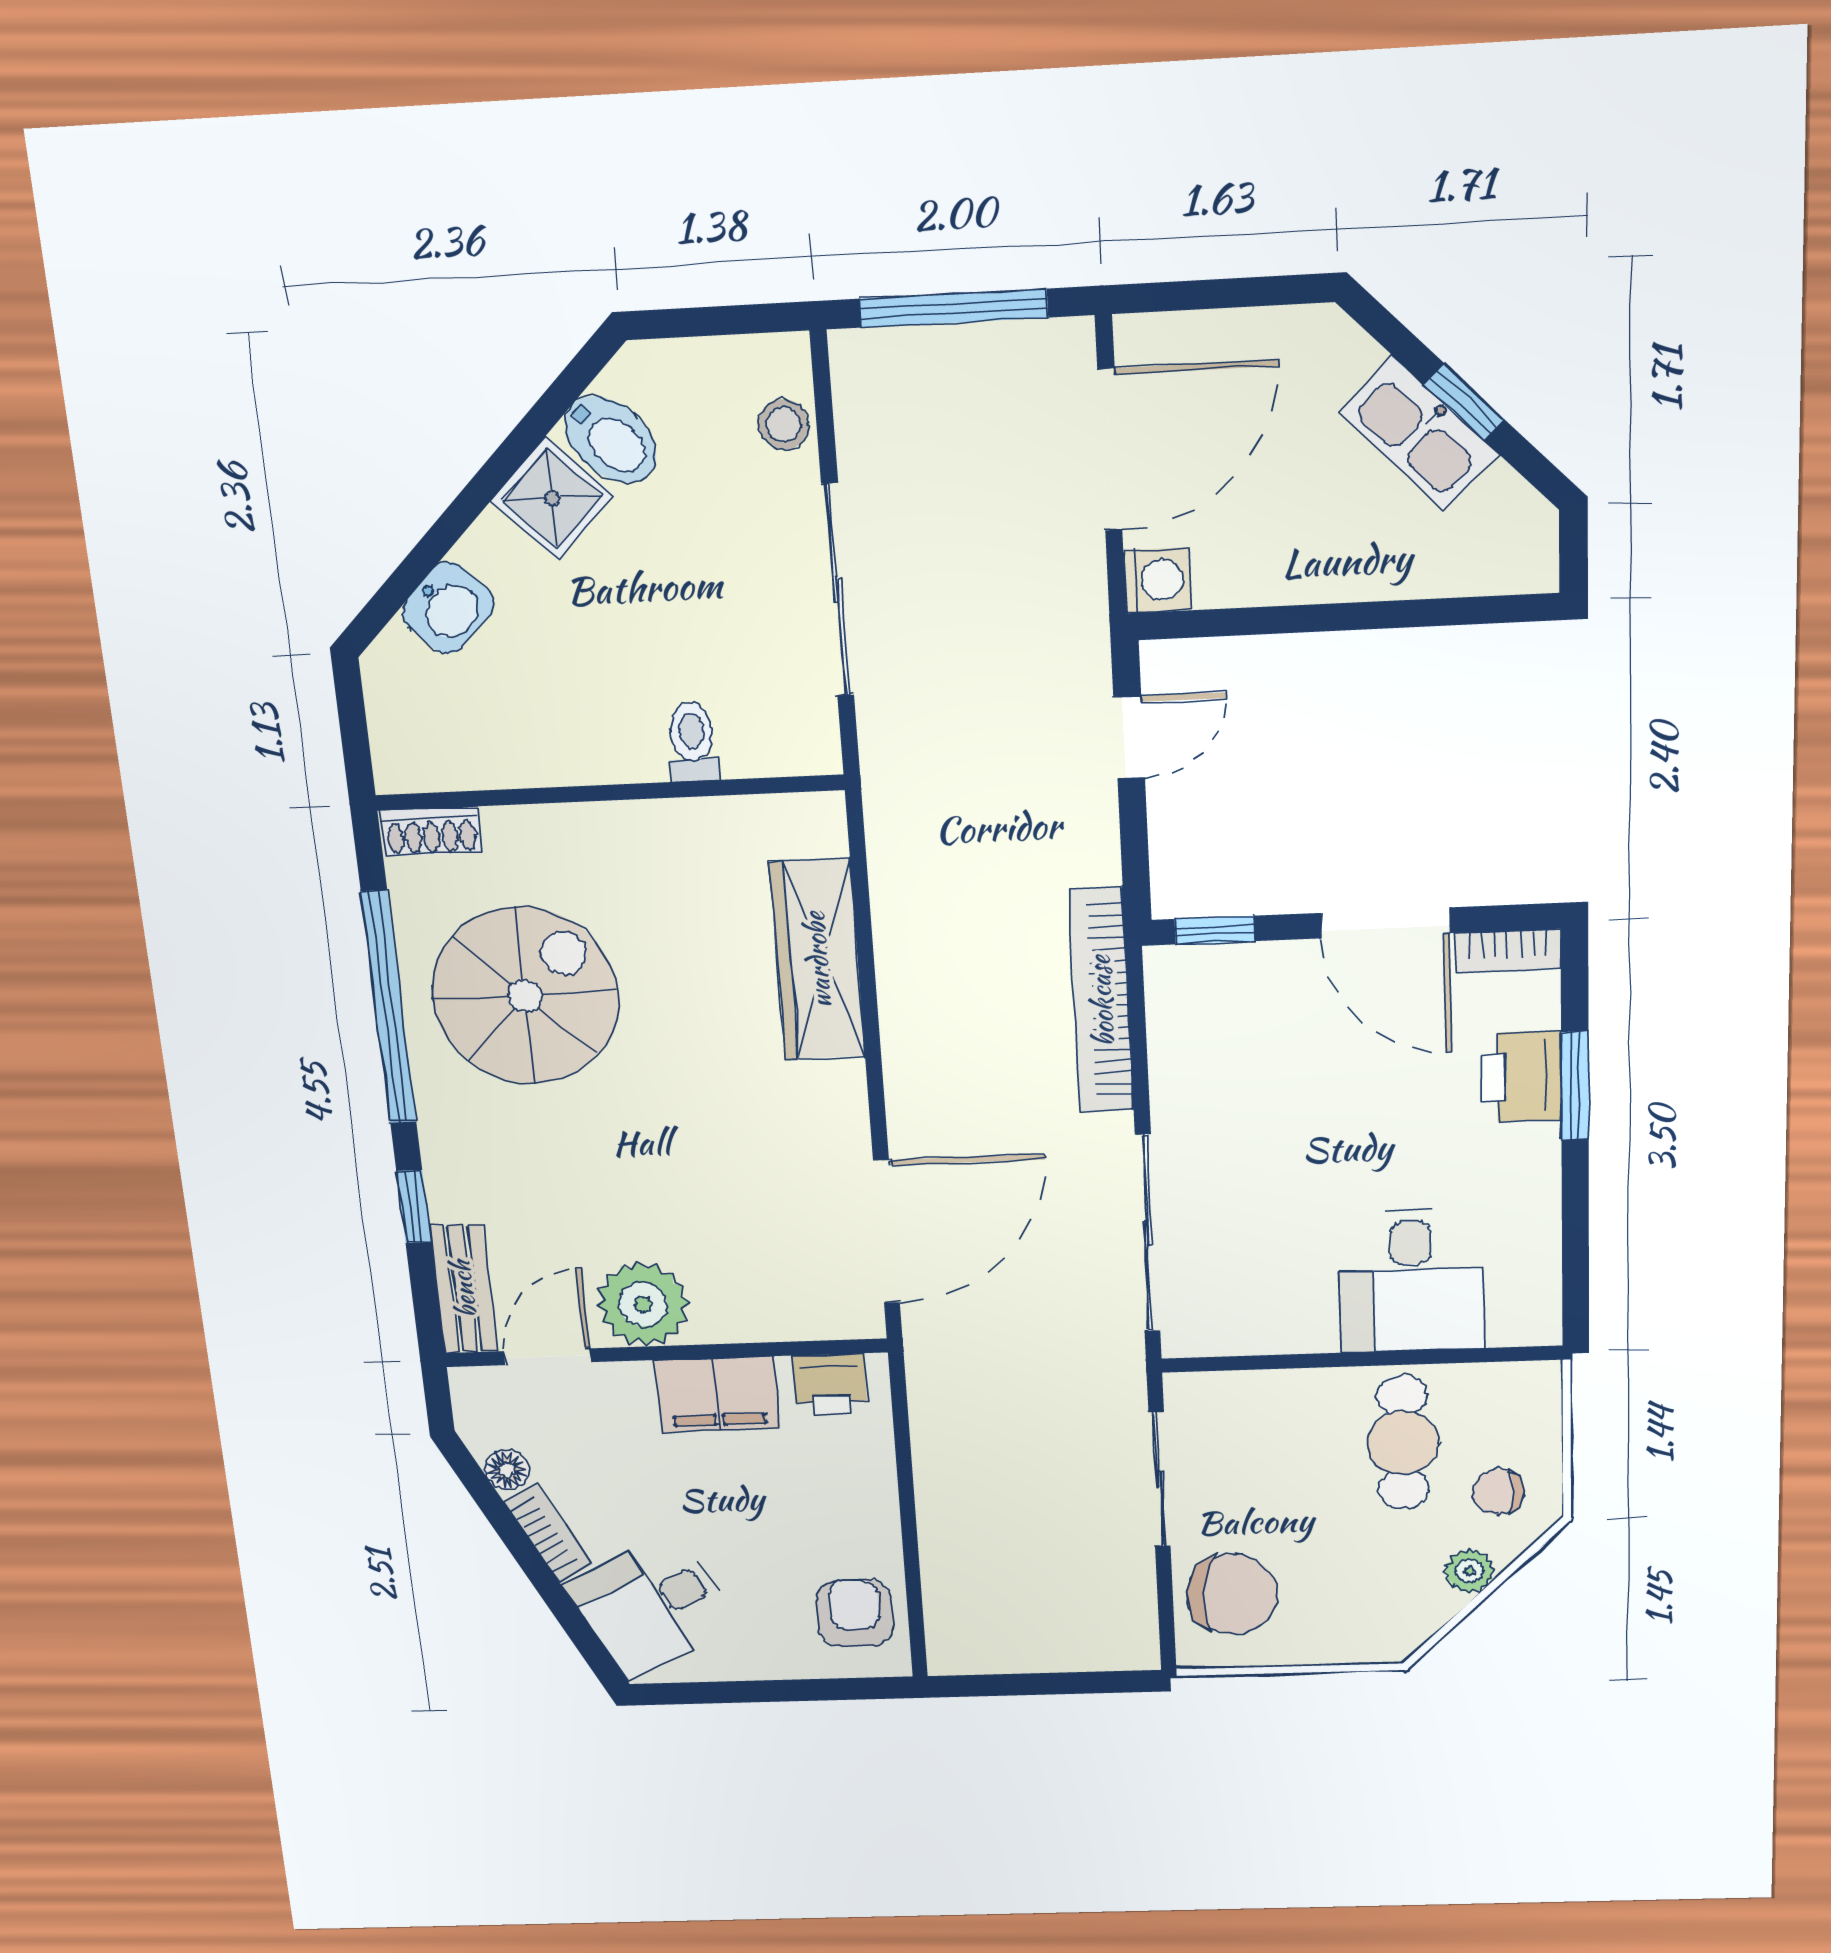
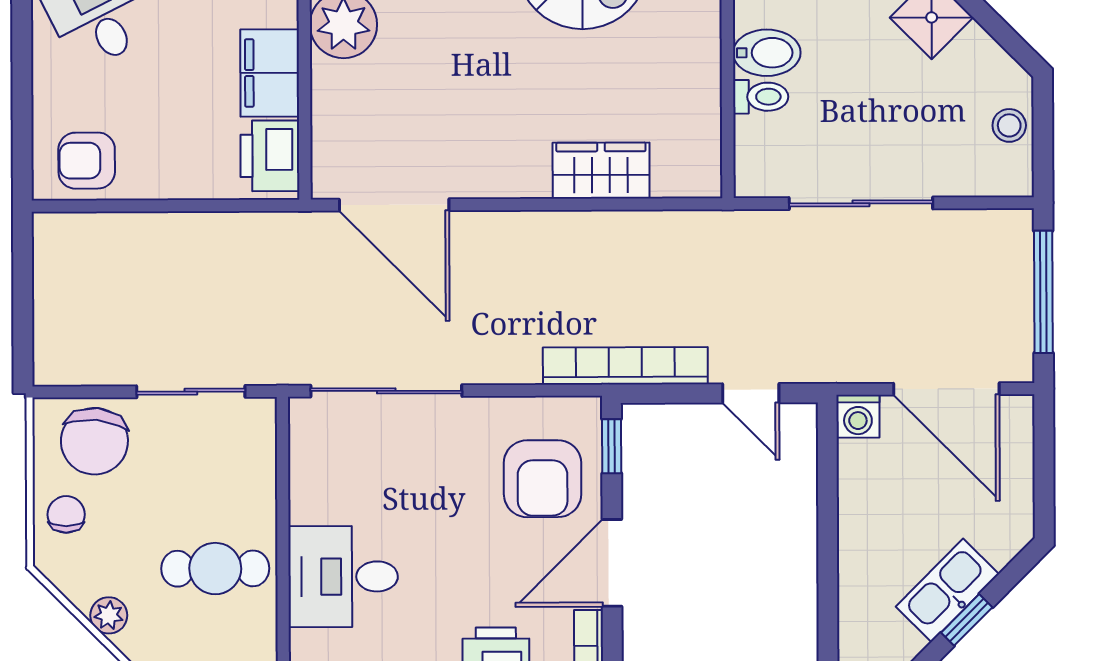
stool: (784, 424) -> (1009, 125), moved
bidet: (611, 440) -> (767, 53), moved, turned -135
wardrobe: (817, 960) -> (601, 171), width x0.67
bookcase: (1101, 1001) -> (625, 366), moved
armchair: (1265, 1023) -> (543, 479), added
printer: (830, 1384) -> (270, 156), width x1.36, depth x1.24
chair: (1498, 1492) -> (66, 514), moved
armchair: (855, 1613) -> (87, 161), turned 180

